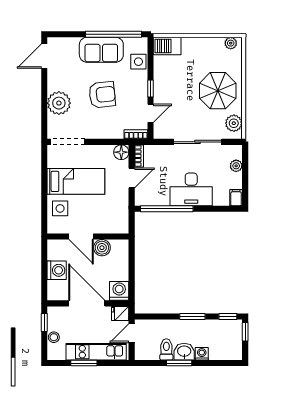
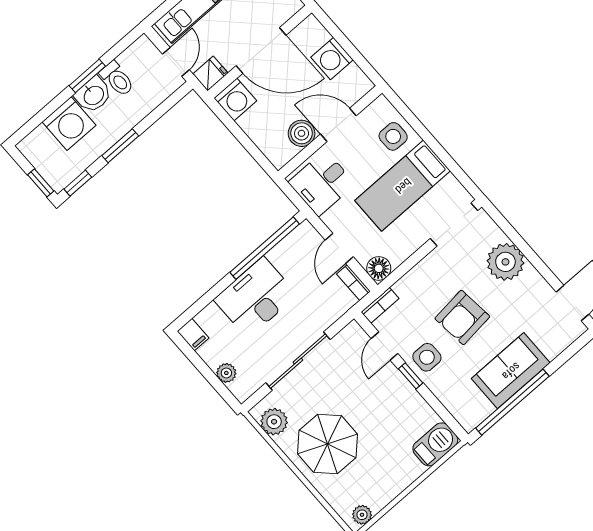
side table: (138, 62) -> (427, 357), moved
desk: (113, 216) -> (322, 183), added
washing machine: (202, 354) -> (69, 124), width x1.89, depth x1.89

